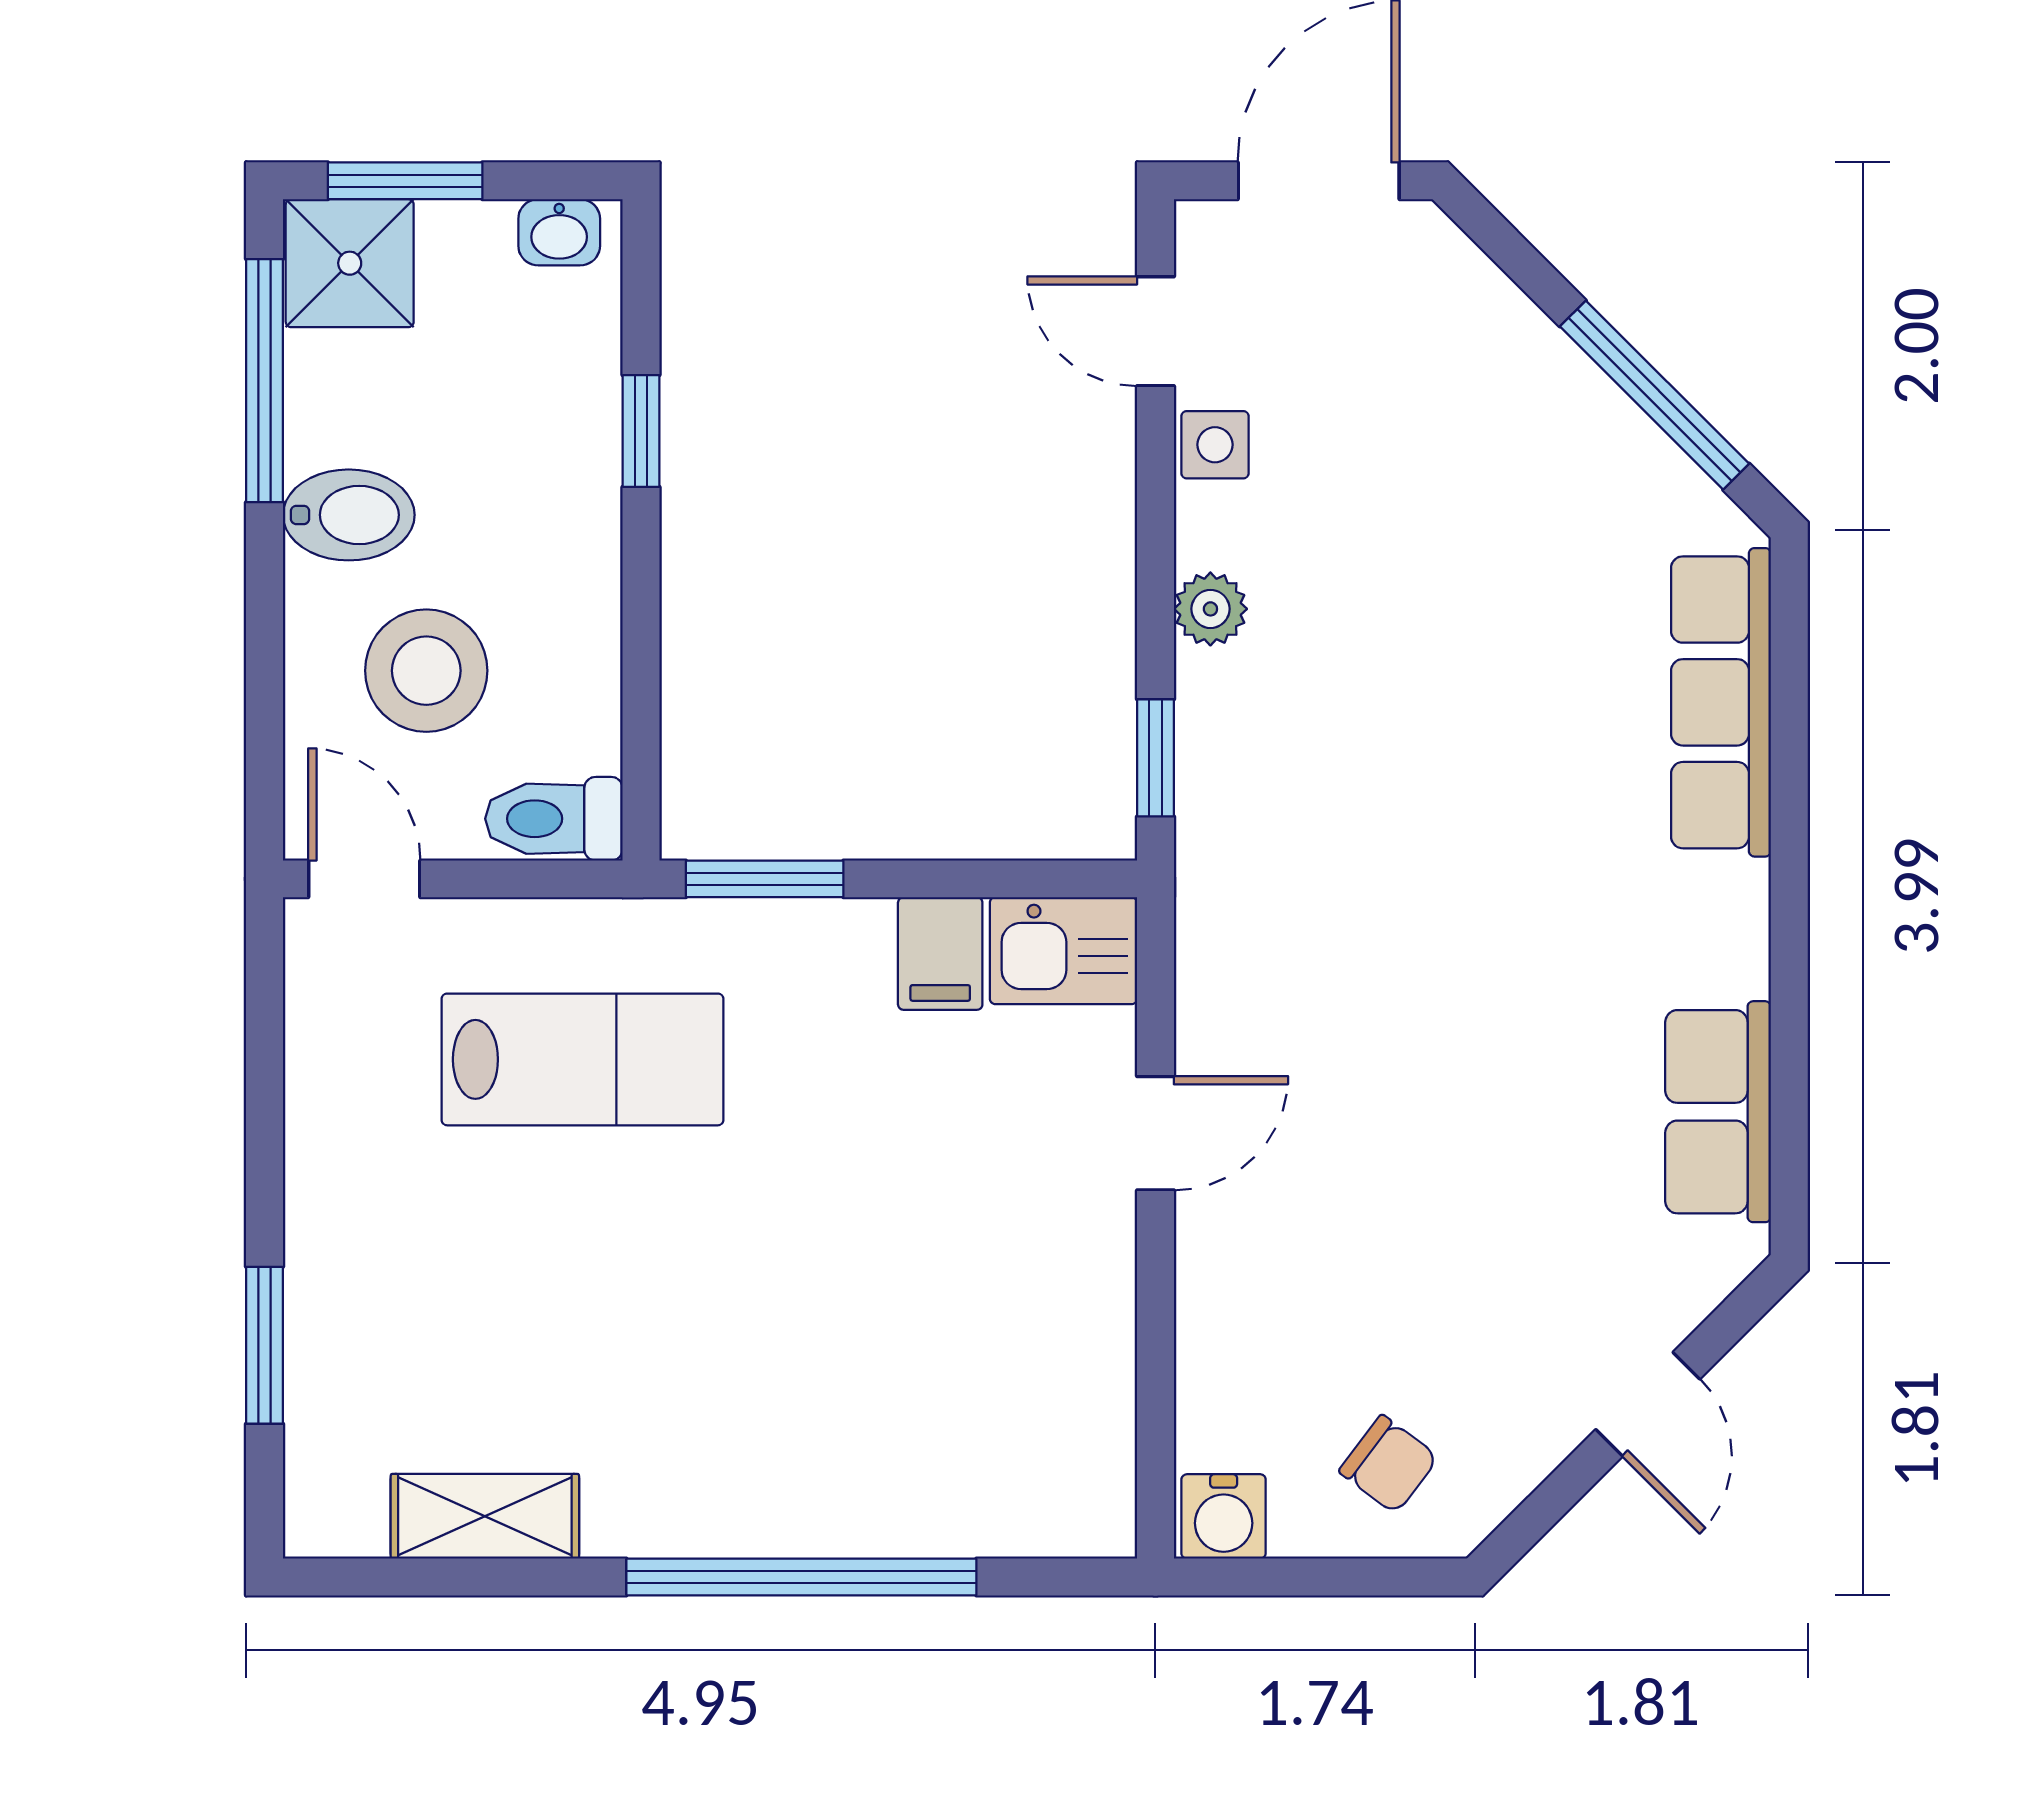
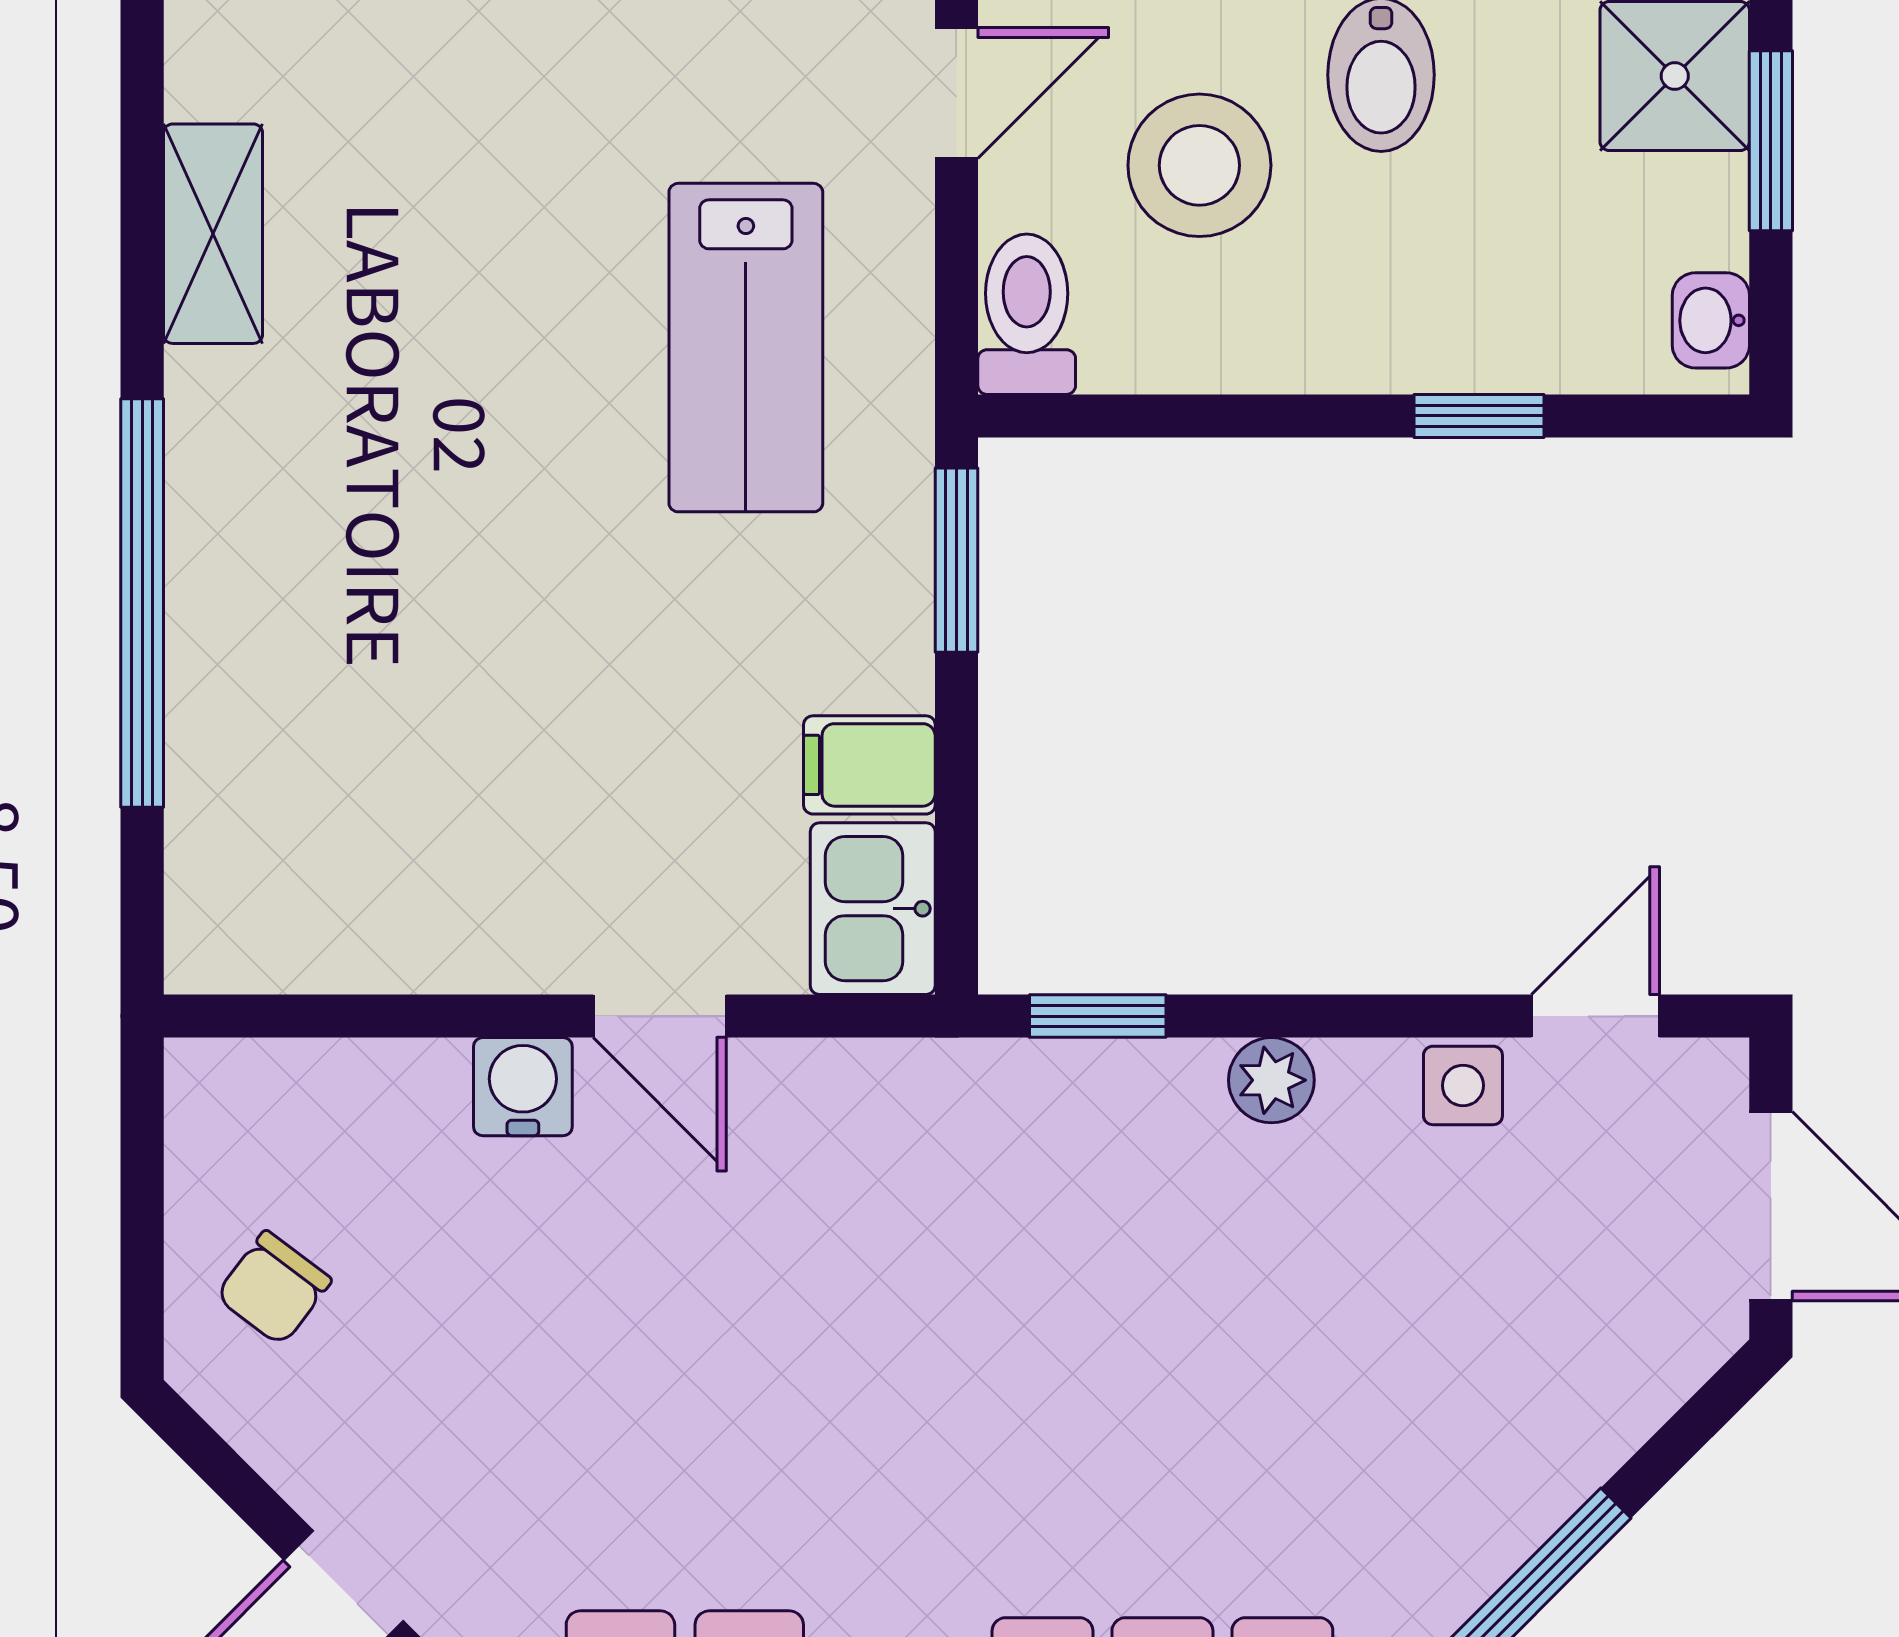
water cooler: (1224, 1516) -> (523, 1087), moved, turned 90

